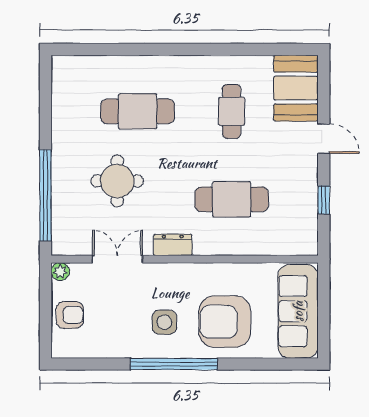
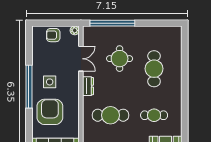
cafe table: (232, 199) -> (110, 115), turned 90
armchair: (70, 315) -> (53, 35), turned 90

